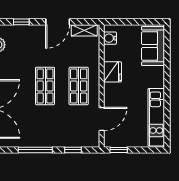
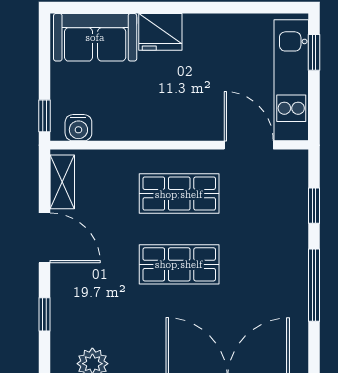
window: (116, 22) -> (44, 116), added
fridge: (112, 72) -> (160, 32), moved, turned 180
kitchen unit: (156, 117) -> (291, 80), moved, turned 90
window: (119, 150) -> (314, 52), moved

